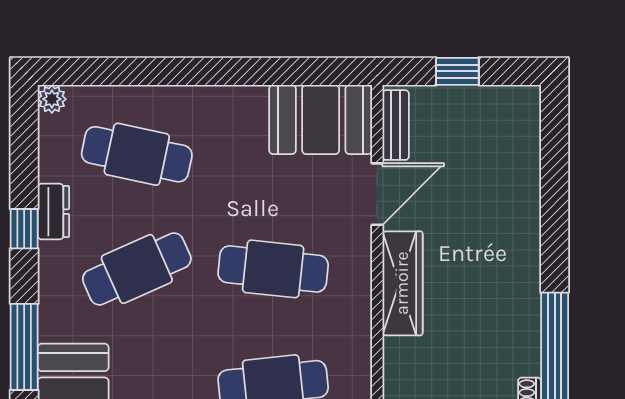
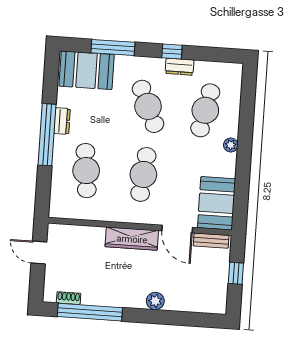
plant: (52, 99) -> (231, 145), moved
plant: (524, 228) -> (155, 301), added

